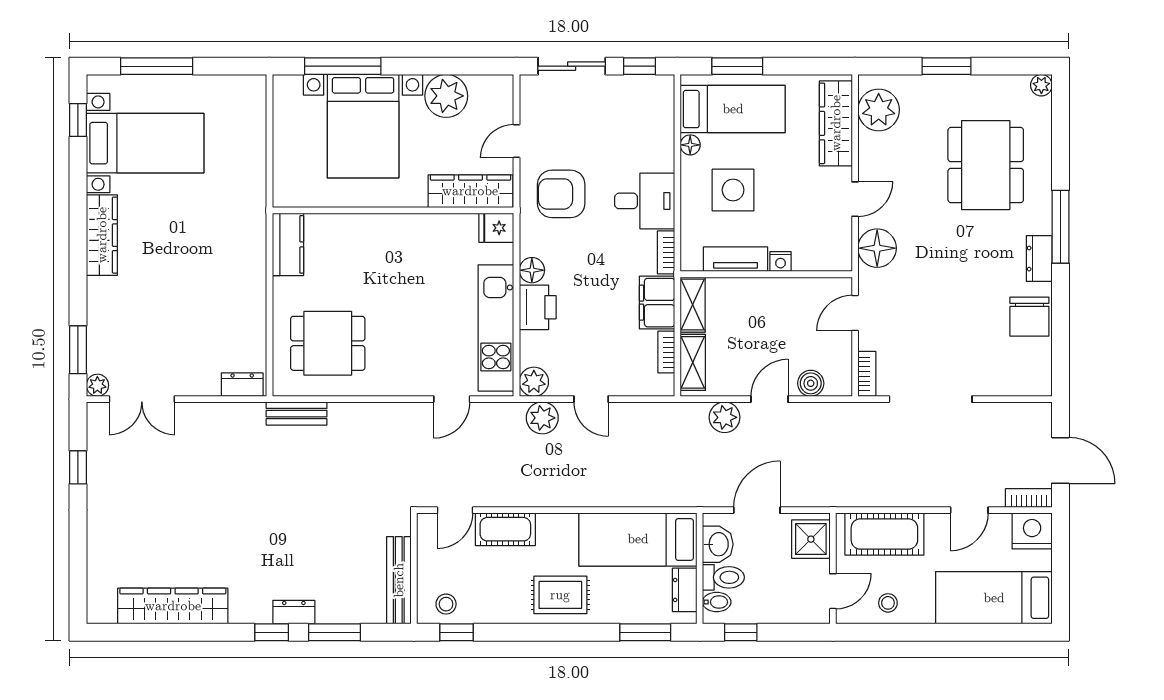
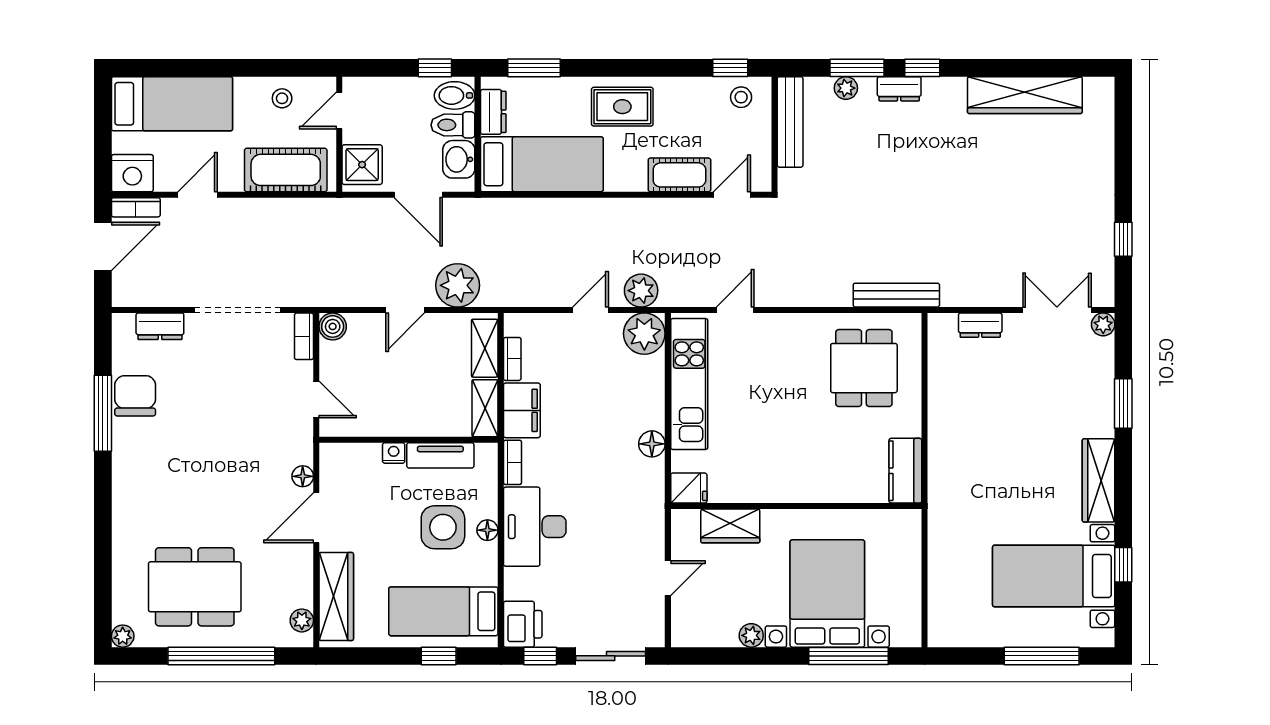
window: (737, 66) -> (439, 656), width x0.67
window: (946, 66) -> (221, 656), width x2.11
plant: (446, 96) -> (751, 635), width x0.53, depth x0.53
plant: (879, 110) -> (302, 620), width x0.53, depth x0.53
window: (78, 120) -> (1123, 565), moved
floor lamp: (690, 145) -> (487, 530), moved
dining table: (986, 165) -> (195, 587), moved, turned 90
wardrobe: (470, 191) -> (730, 526), width x0.67
armchair: (561, 194) -> (621, 523), removed
door: (855, 199) -> (316, 518), width x1.38
desk: (645, 201) -> (535, 527), width x1.37
window: (1060, 227) -> (103, 413), moved
floor lamp: (877, 248) -> (303, 476), width x0.53, depth x0.53
dresser: (1039, 259) -> (160, 326), moved, turned 90
printer: (538, 307) -> (523, 624), moved, turned 180
door: (855, 313) -> (316, 400), hinge flipped
dining table: (328, 343) -> (864, 368), turned 90
window: (78, 350) -> (1123, 403), moved
plant: (534, 382) -> (644, 334), width x1.36, depth x1.36
boiler: (811, 383) -> (333, 326), moved
dresser: (242, 385) -> (980, 325), moved
door: (591, 399) -> (590, 310), hinge flipped
bench: (297, 414) -> (896, 295), width x1.36
plant: (725, 417) -> (458, 285), width x1.36, depth x1.36
door: (1060, 460) -> (103, 246), swing flipped
door: (757, 510) -> (418, 195), hinge flipped
bidet: (717, 602) -> (455, 95), width x1.38, depth x1.36
plant: (345, 613) -> (846, 88), added

